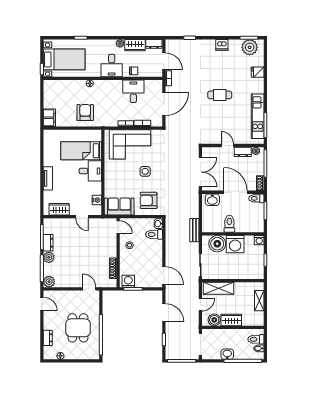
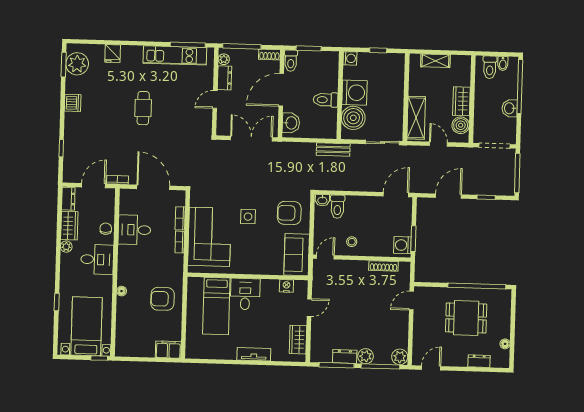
armchair: (149, 200) -> (289, 213), turned 90

